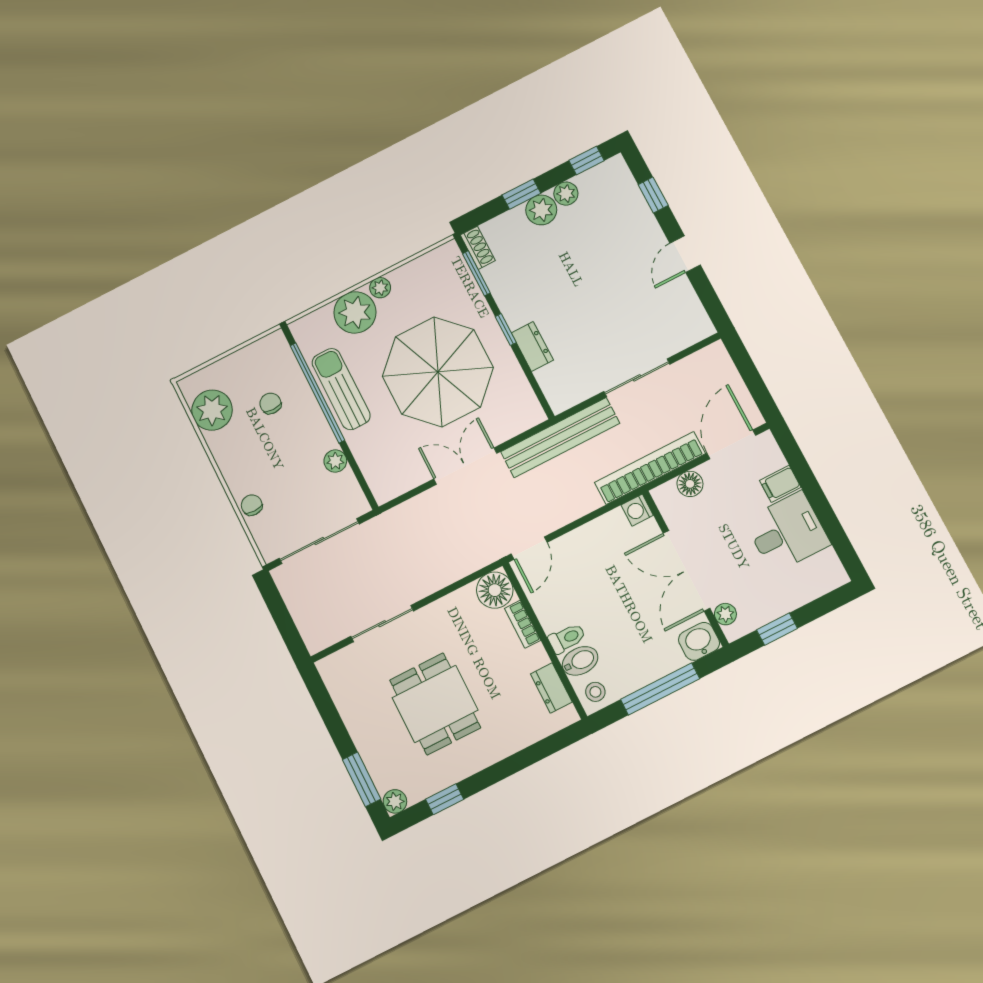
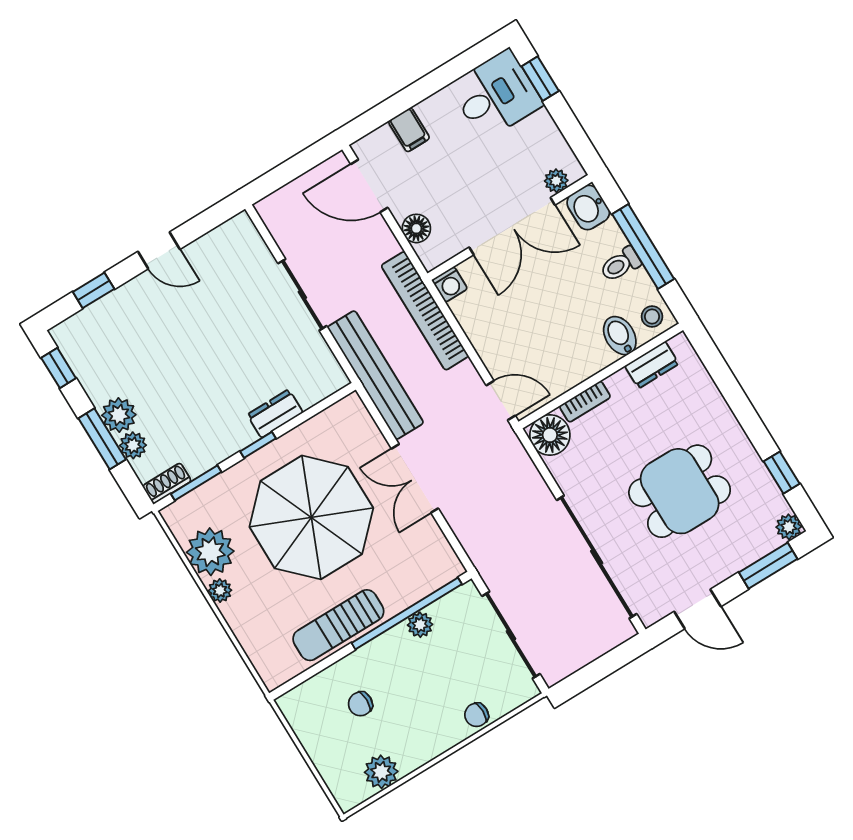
window: (521, 194) -> (102, 439), width x1.50
plant: (566, 194) -> (133, 445), moved
plant: (355, 312) -> (210, 552), moved
window: (317, 393) -> (407, 614), moved
plant: (212, 410) -> (381, 772), width x0.73, depth x0.73
bookcase: (650, 468) -> (425, 311), moved
desk: (787, 532) -> (496, 95), moved, turned 90
sliding door: (382, 624) -> (597, 557), width x1.86
window: (777, 629) -> (540, 79), moved
toilet: (567, 638) -> (620, 264), moved, turned -90
door: (328, 711) -> (697, 609), added

